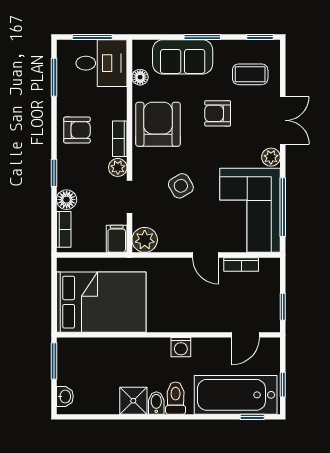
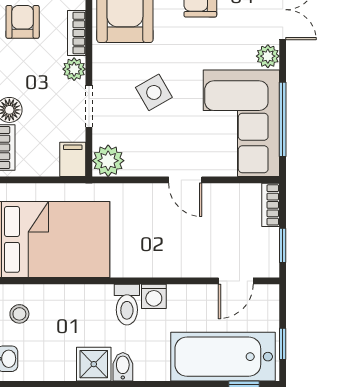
armchair: (77, 130) -> (23, 22), turned -90
bookcase: (241, 264) -> (271, 205), moved, turned 90
stool: (74, 361) -> (19, 314), added
toilet: (176, 398) -> (127, 305), moved, turned 180

